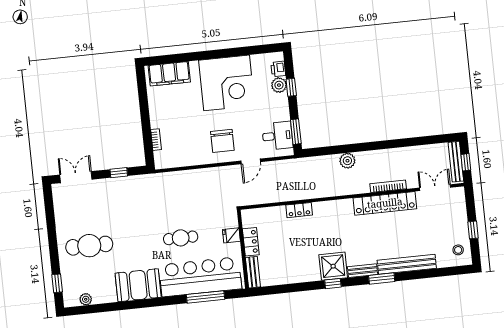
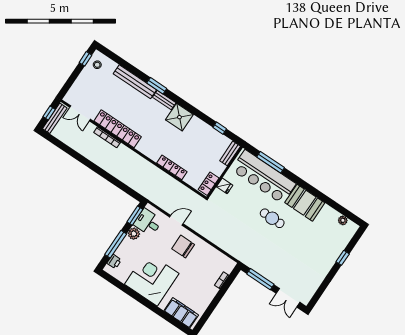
plant: (279, 85) -> (134, 234), moved
window: (291, 87) -> (116, 244), width x2.17
chair: (222, 141) -> (183, 247), turned -90
plant: (347, 161) -> (119, 173), removed
window: (119, 173) -> (260, 279), width x2.17
locker: (299, 210) -> (172, 167), width x1.53
window: (473, 230) -> (86, 59), moved
cafe table: (181, 238) -> (272, 218), moved
locker: (251, 242) -> (209, 184), moved
cafe table: (89, 246) -> (314, 250), removed
window: (57, 283) -> (343, 258), moved
window: (333, 284) -> (220, 128), moved

